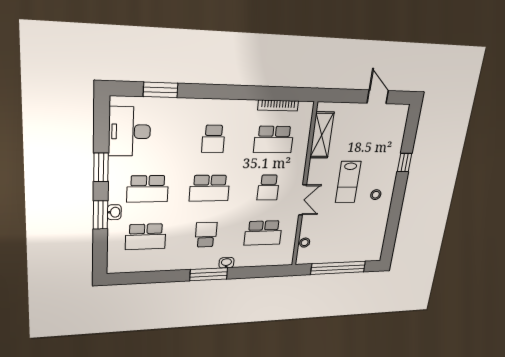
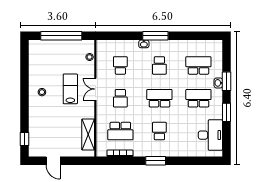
window: (161, 90) -> (156, 161), moved
school desk: (274, 140) -> (120, 131), turned 180
window: (405, 163) -> (25, 139), moved
lab bench: (348, 182) -> (70, 89), moved
school desk: (268, 188) -> (120, 98), turned 180
school desk: (263, 233) -> (120, 65), width x0.54

